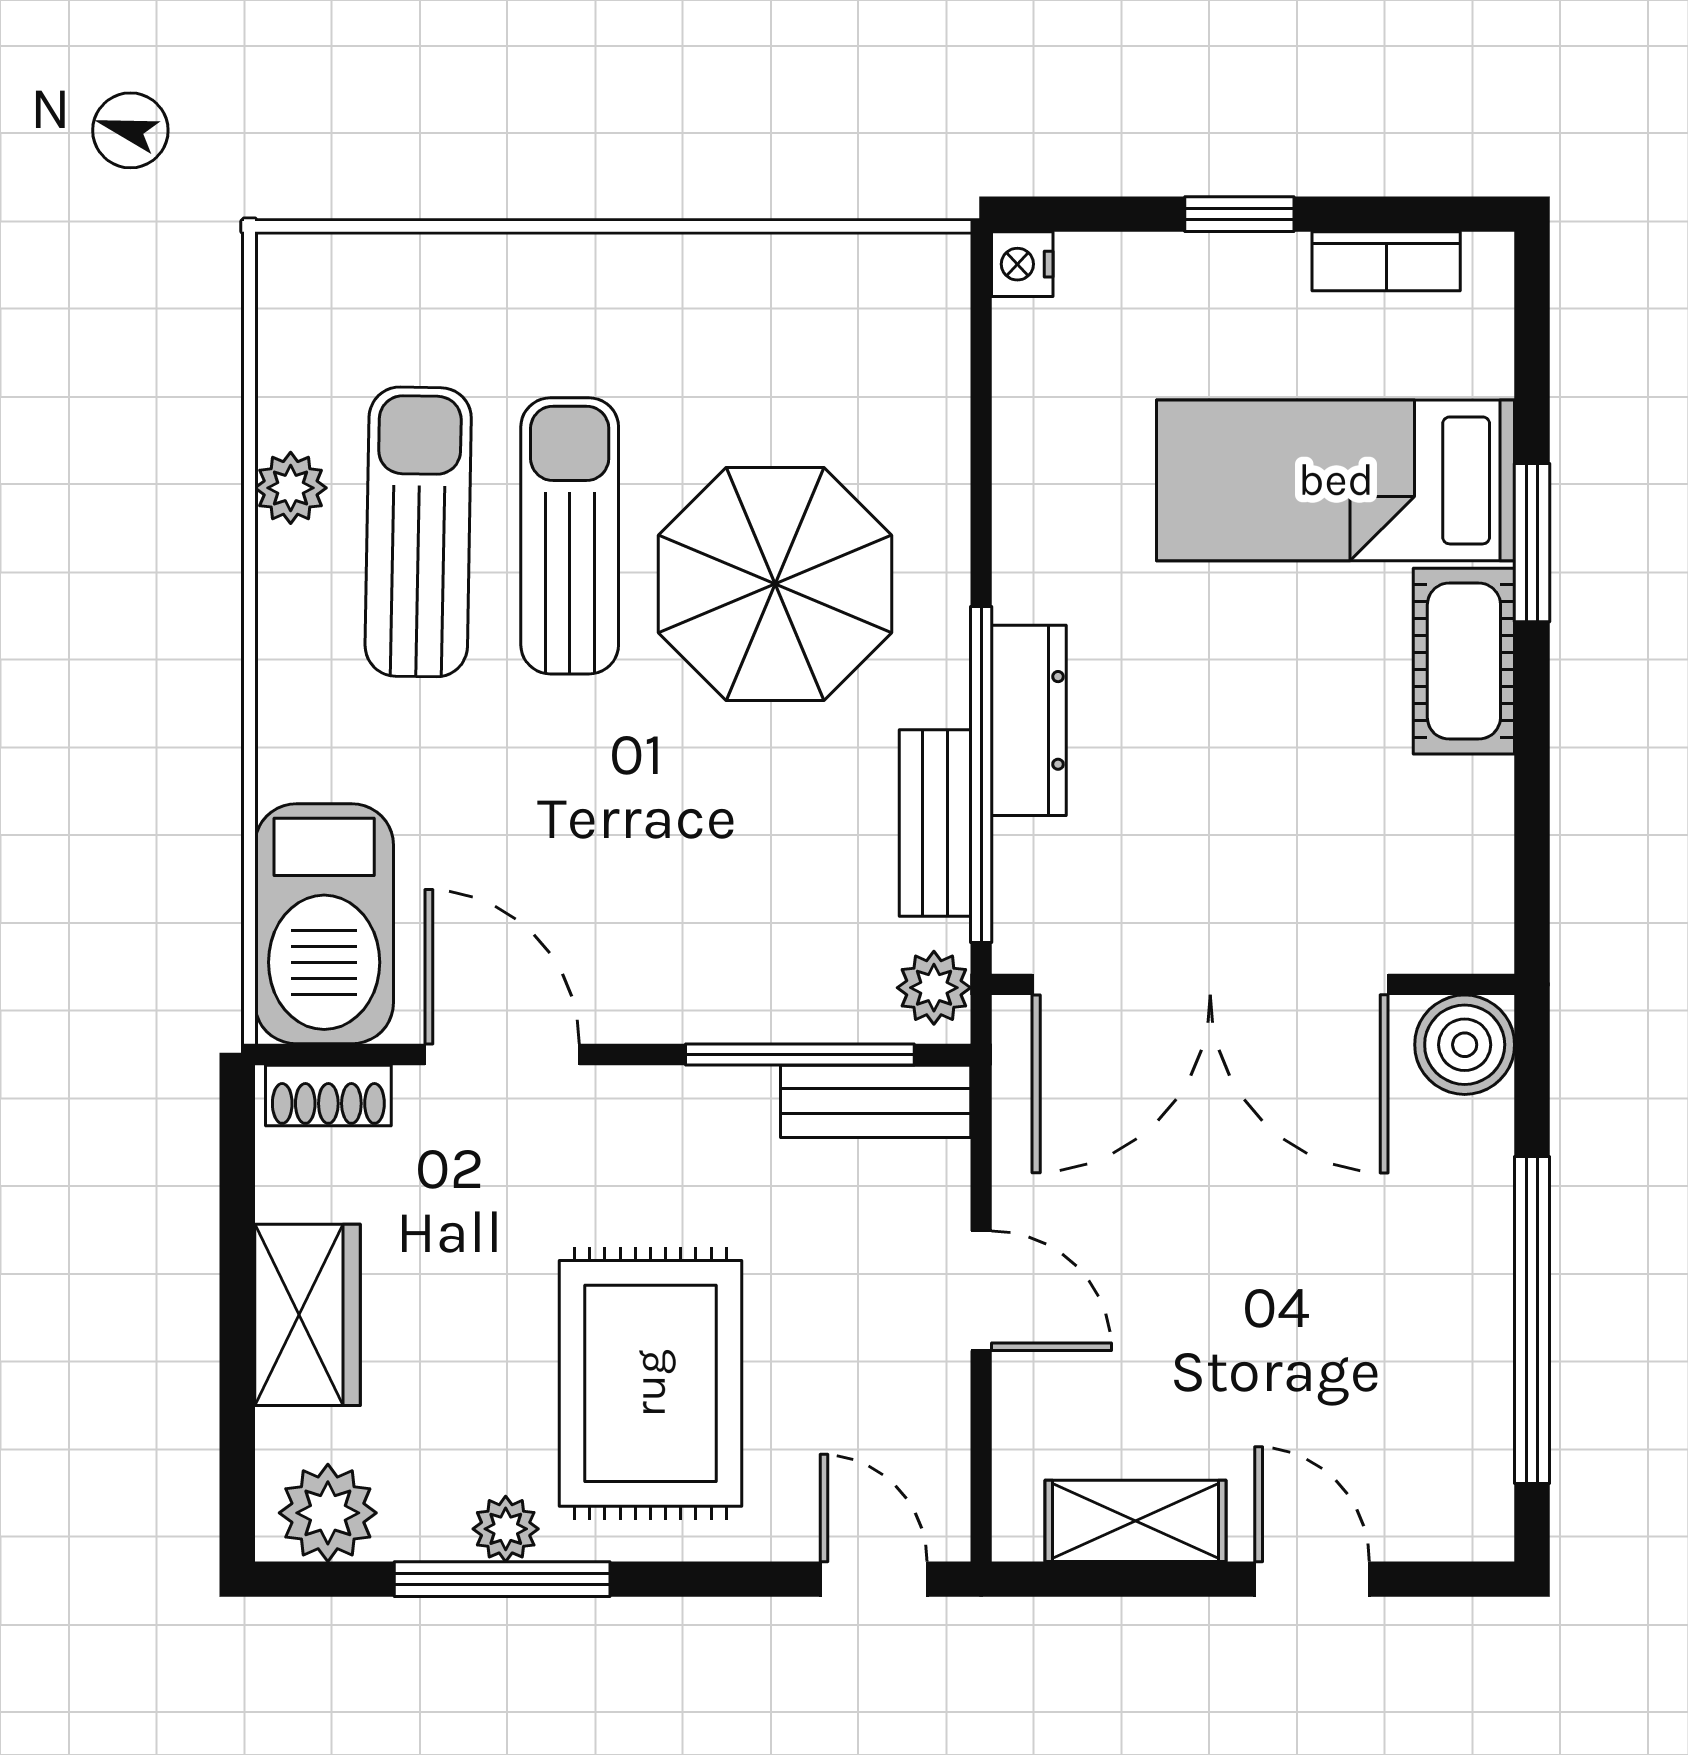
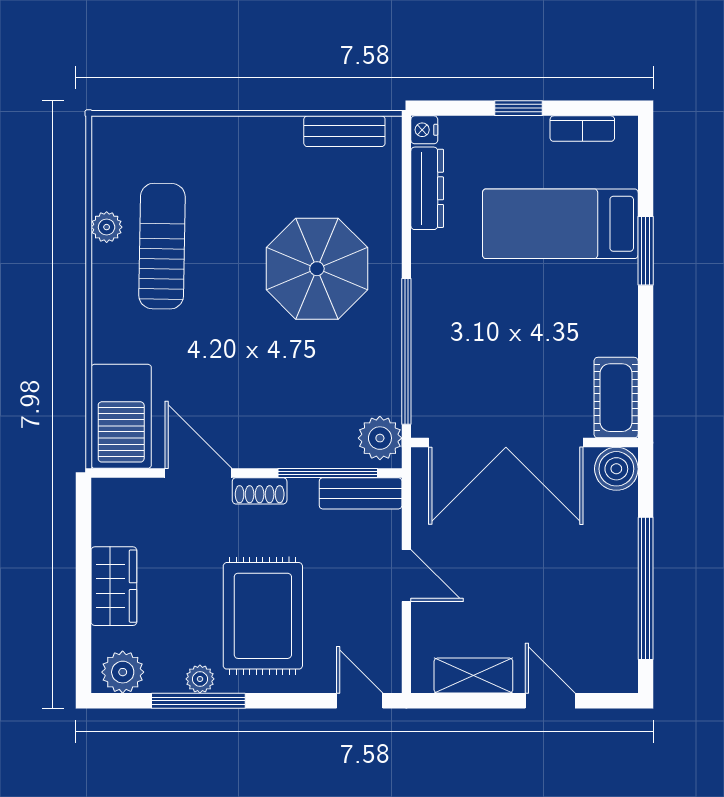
sun lounger: (570, 536) -> (228, 248), removed
cot: (1464, 661) -> (616, 398), moved
dresser: (1029, 720) -> (427, 188), moved
bench: (935, 823) -> (344, 131), moved, turned 90
plant: (934, 988) -> (380, 438), width x1.38, depth x1.38
shoe rack: (328, 1095) -> (260, 491), moved

